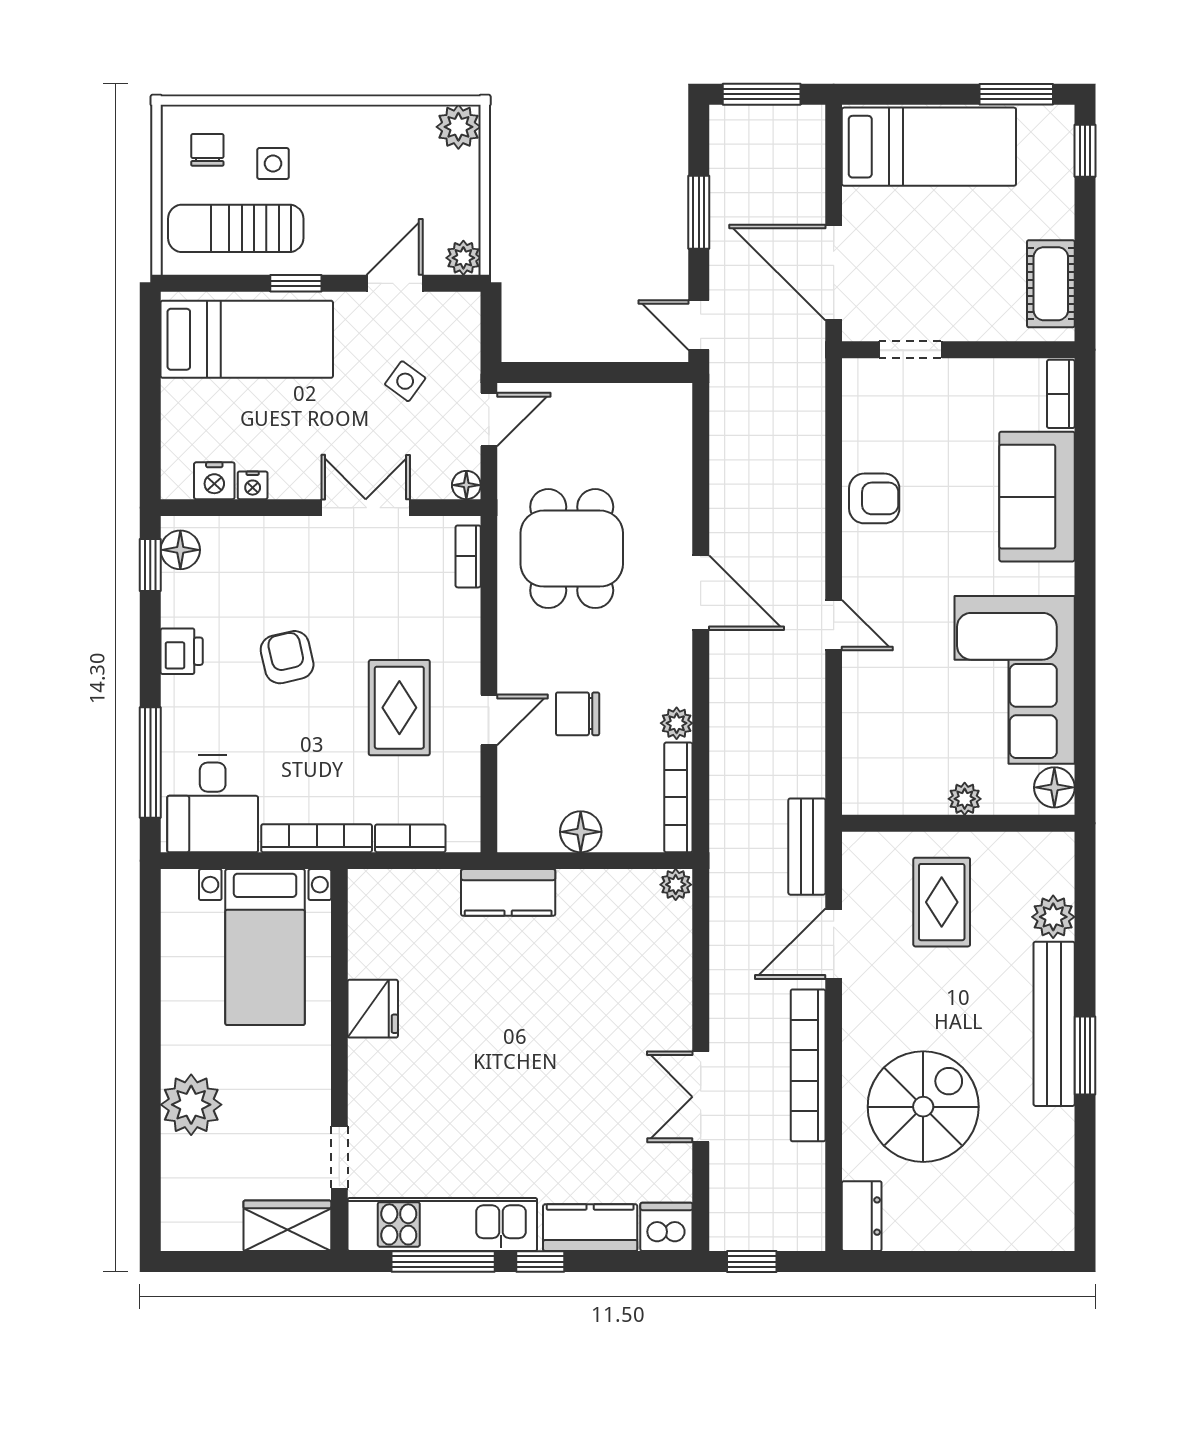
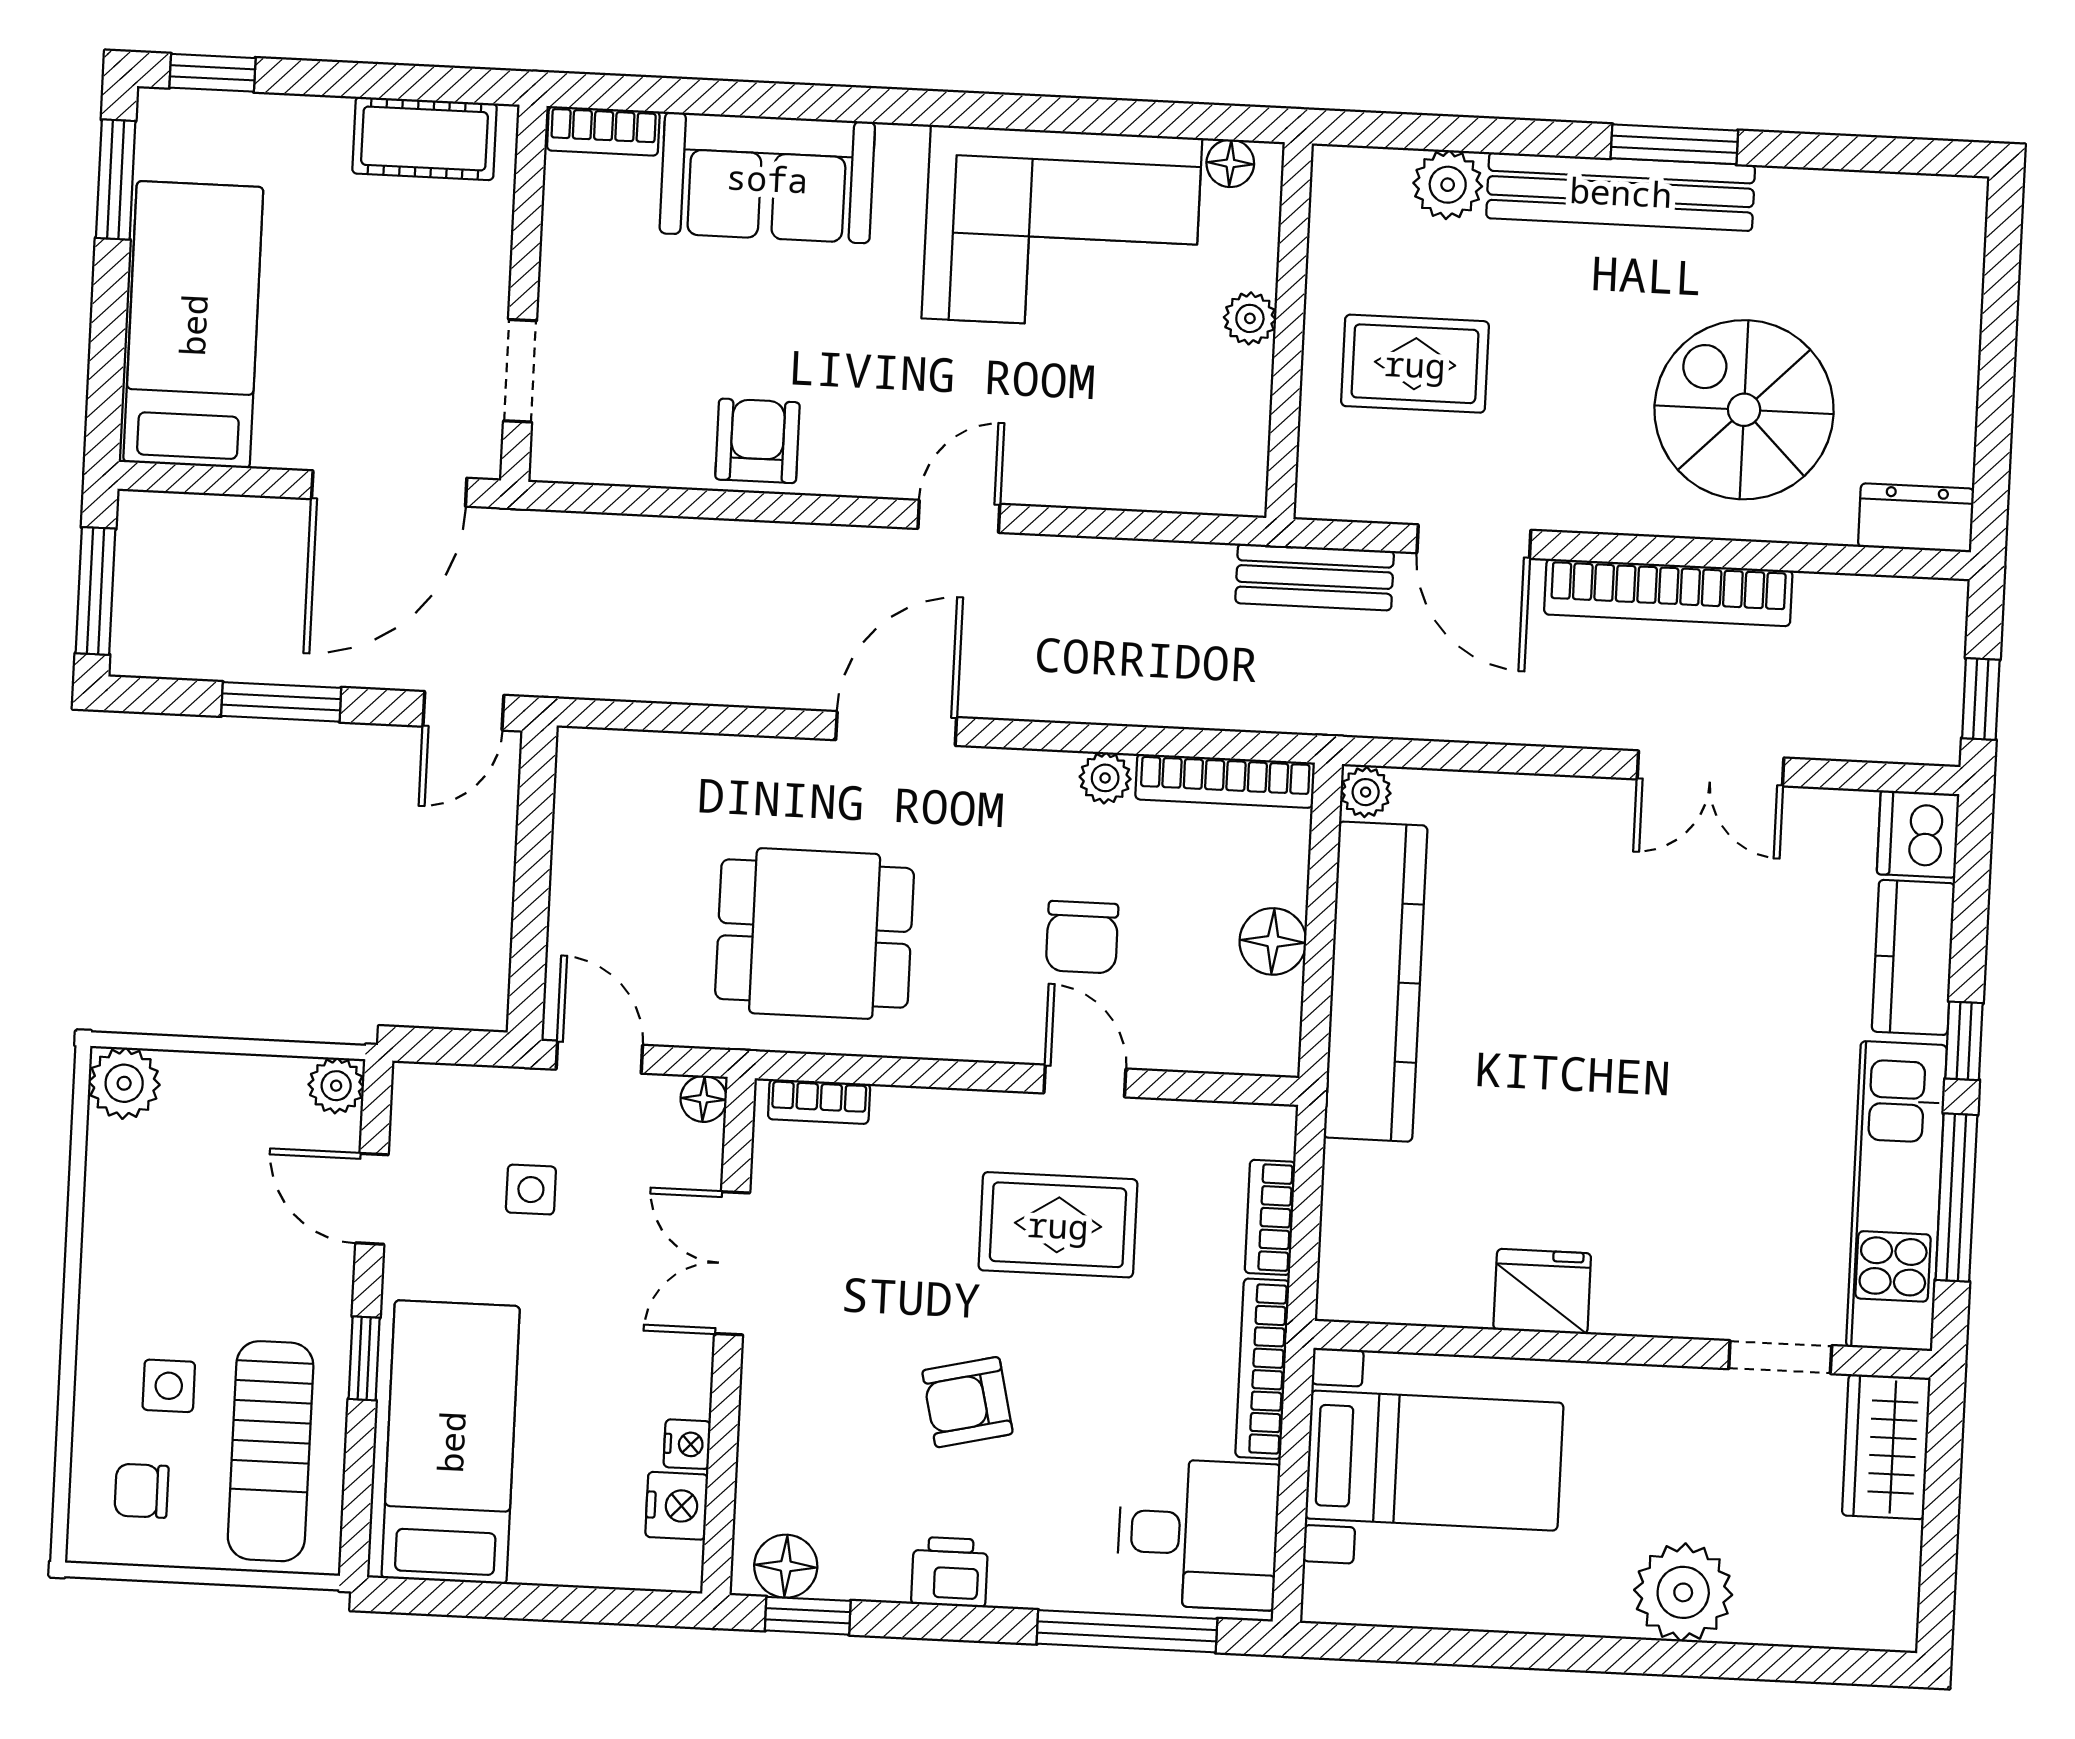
side table: (405, 381) -> (531, 1190), turned -36
floor lamp: (1054, 787) -> (1230, 163), width x0.73, depth x0.73
kitchen counter: (508, 892) -> (1376, 982), width x2.08, depth x1.17

